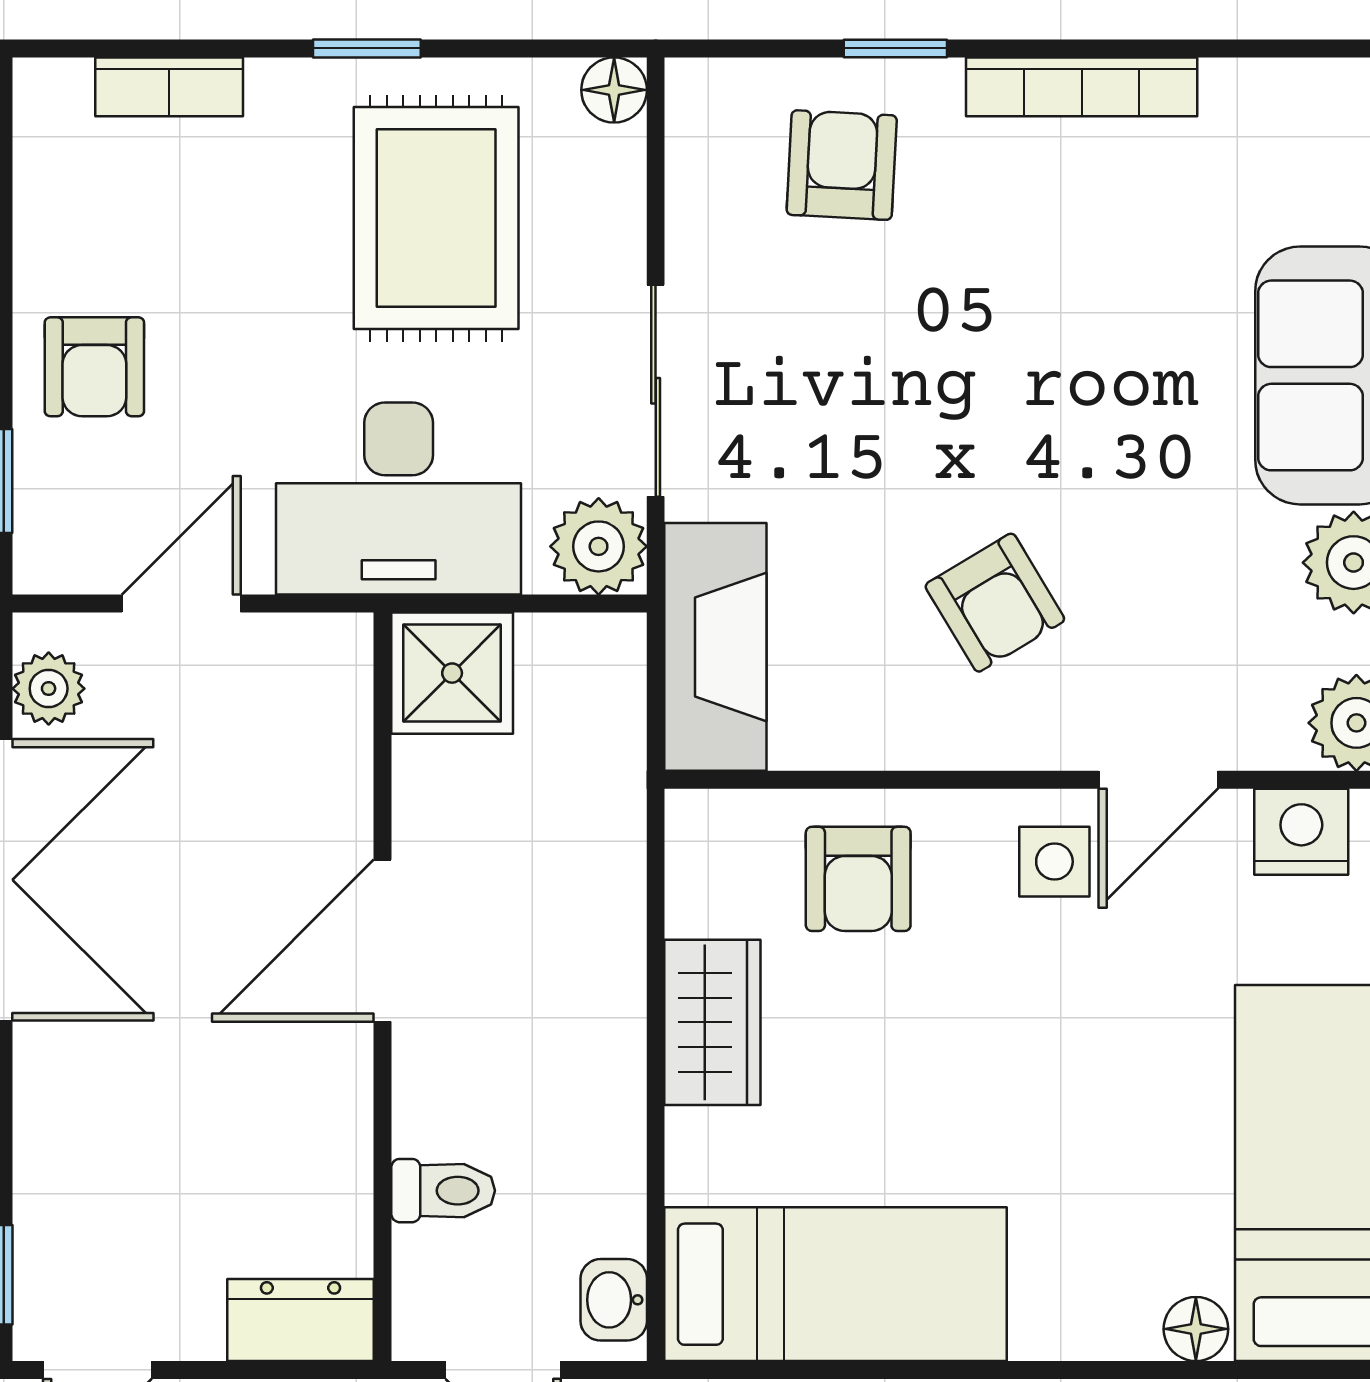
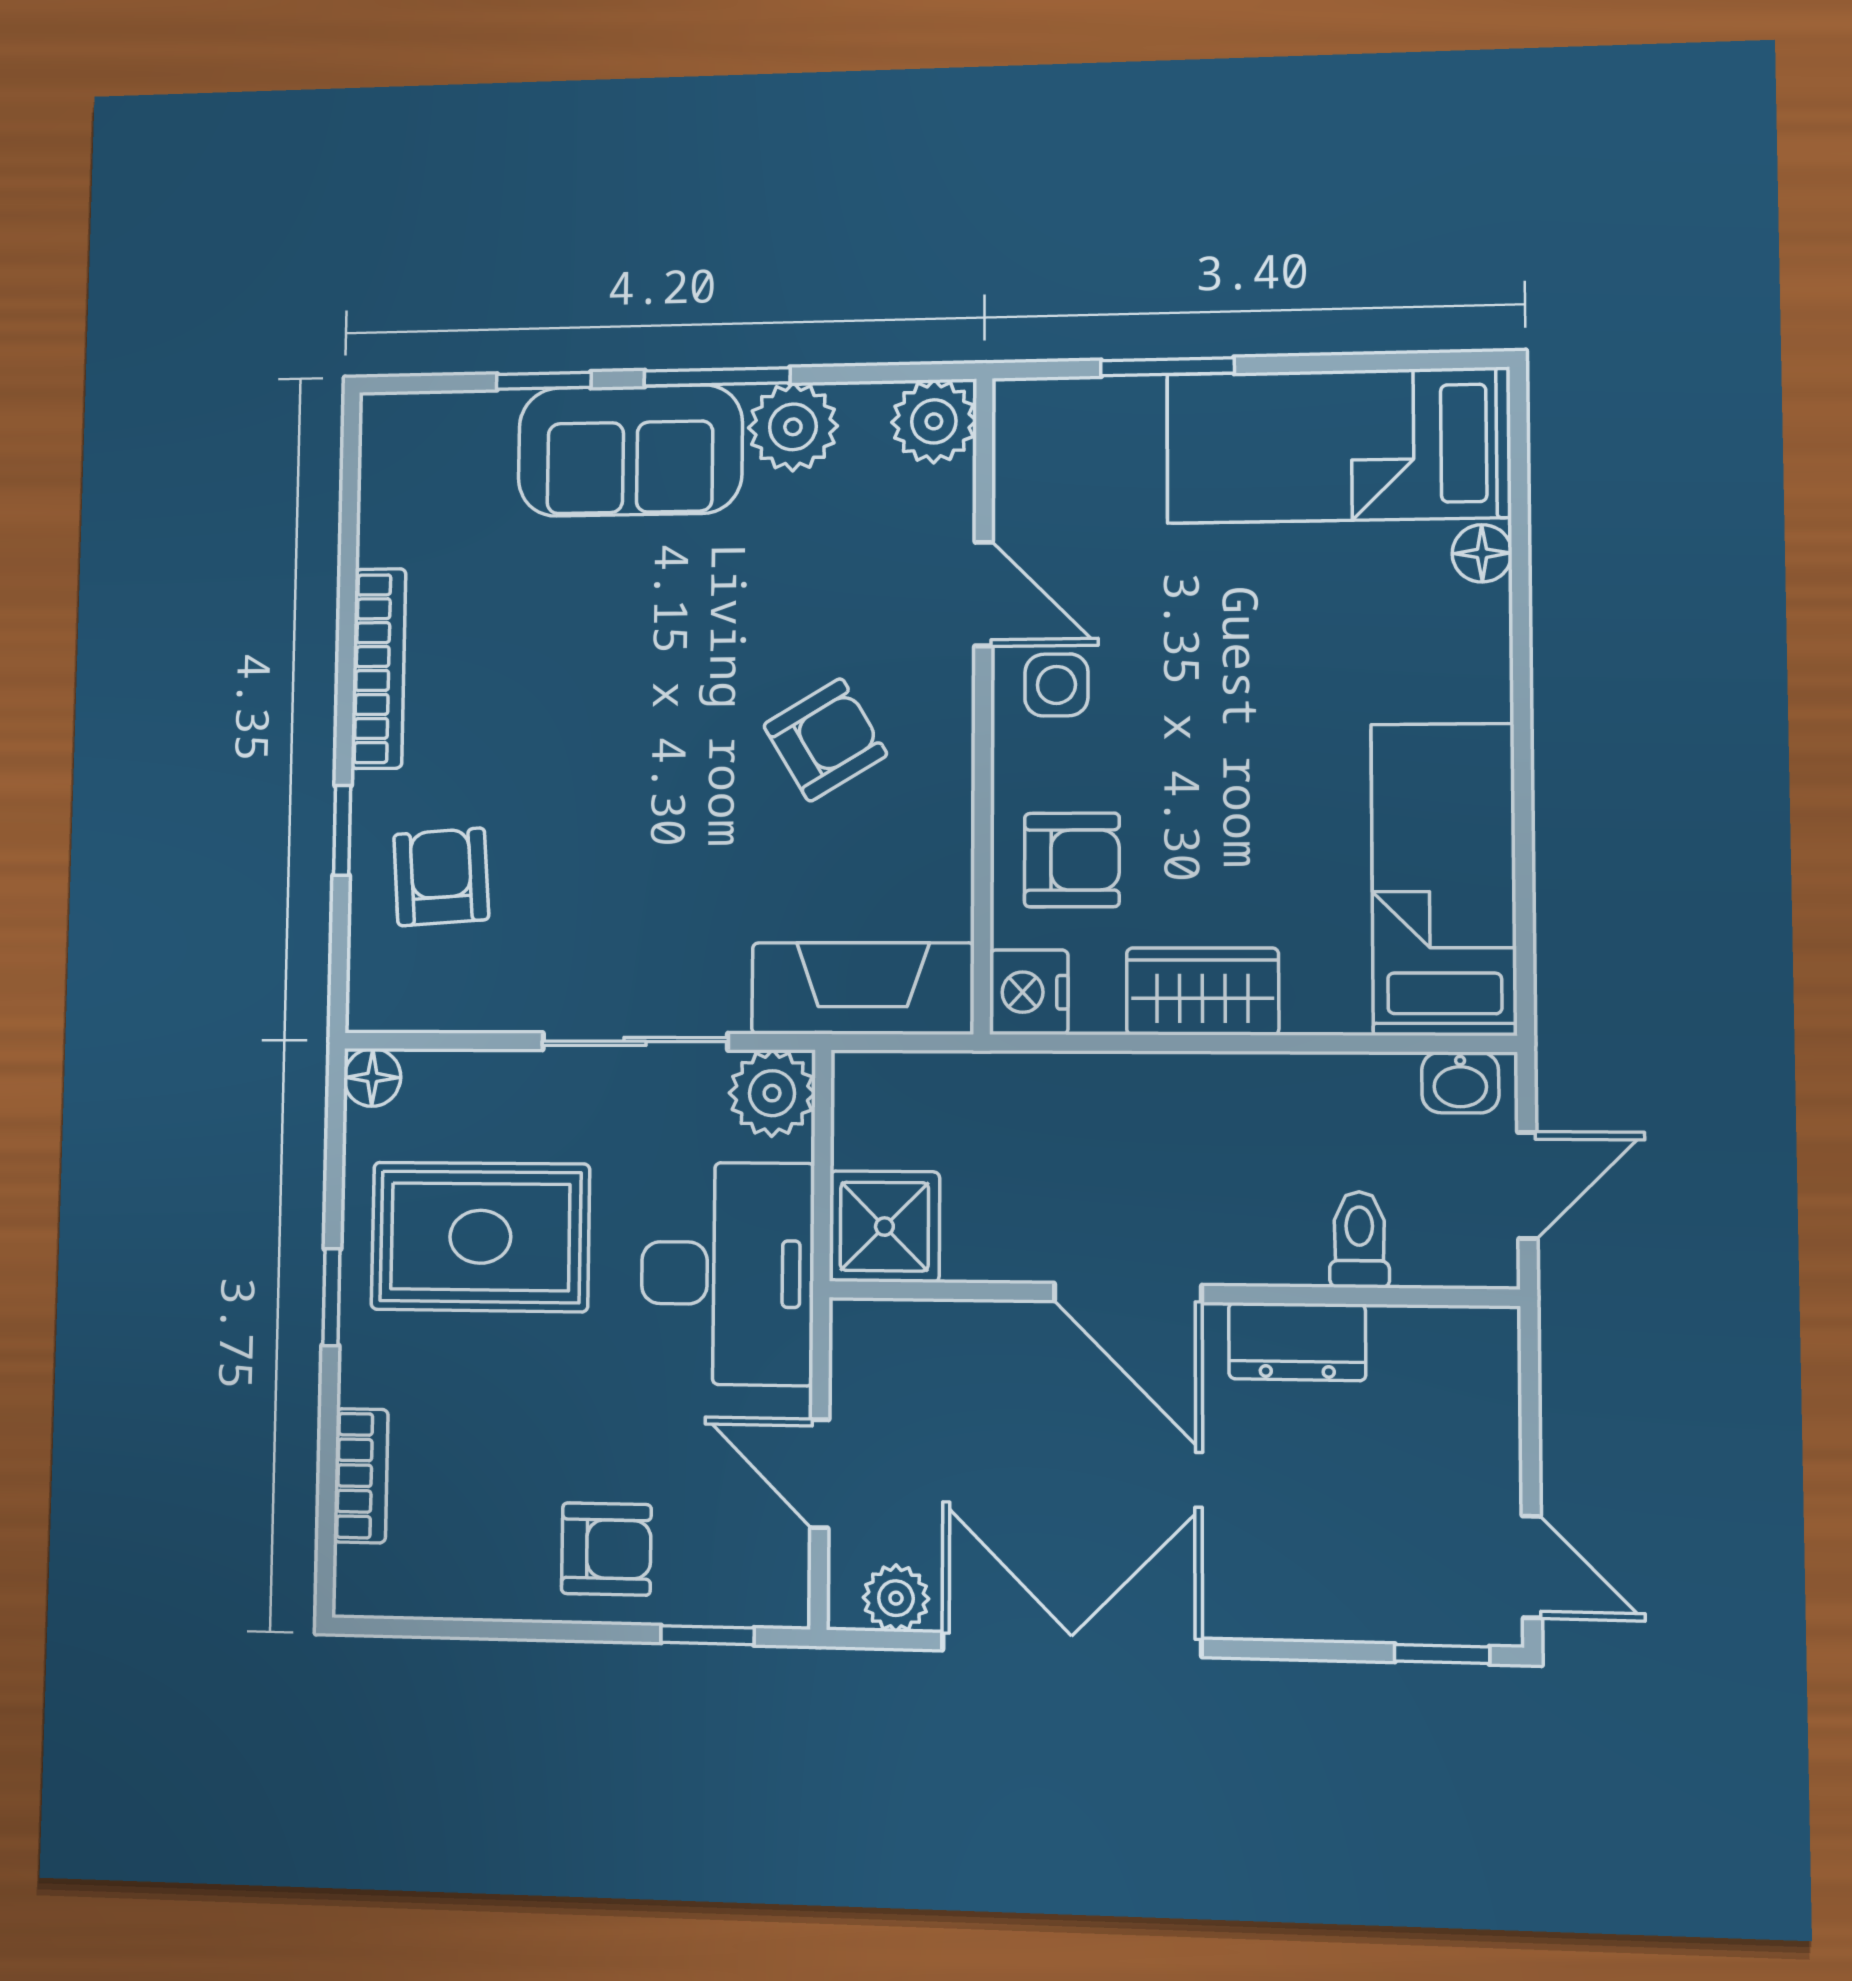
armchair: (842, 165) -> (441, 877), turned 83
nightstand: (1301, 832) -> (1029, 992), moved
dresser: (300, 1320) -> (1297, 1342), moved, turned -90

